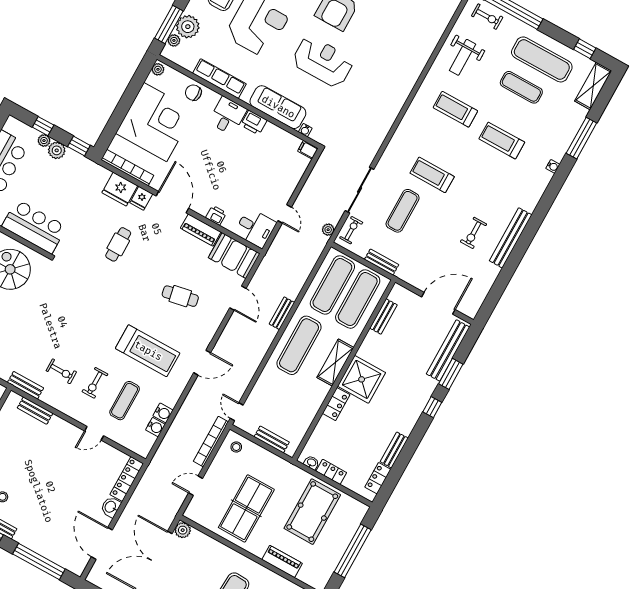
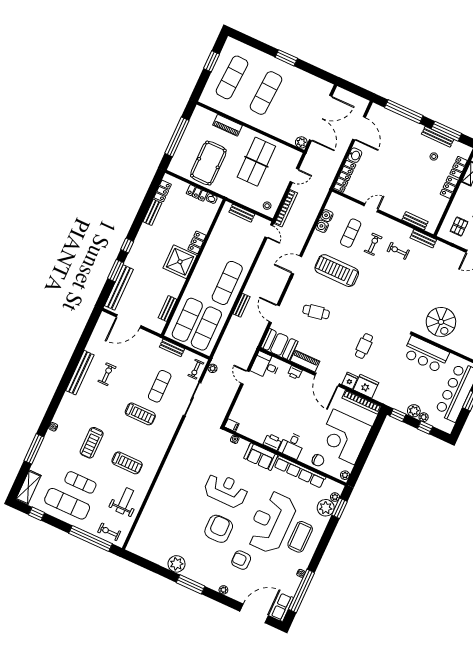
window: (169, 25) -> (339, 508), width x0.69
reception desk: (323, 61) -> (226, 490), turned 180
row of seats: (219, 79) -> (300, 472), width x1.36
sofa: (278, 107) -> (261, 457), width x0.73
treadmill: (502, 141) -> (92, 443), turned 90
shelving: (335, 363) -> (200, 272), removed

